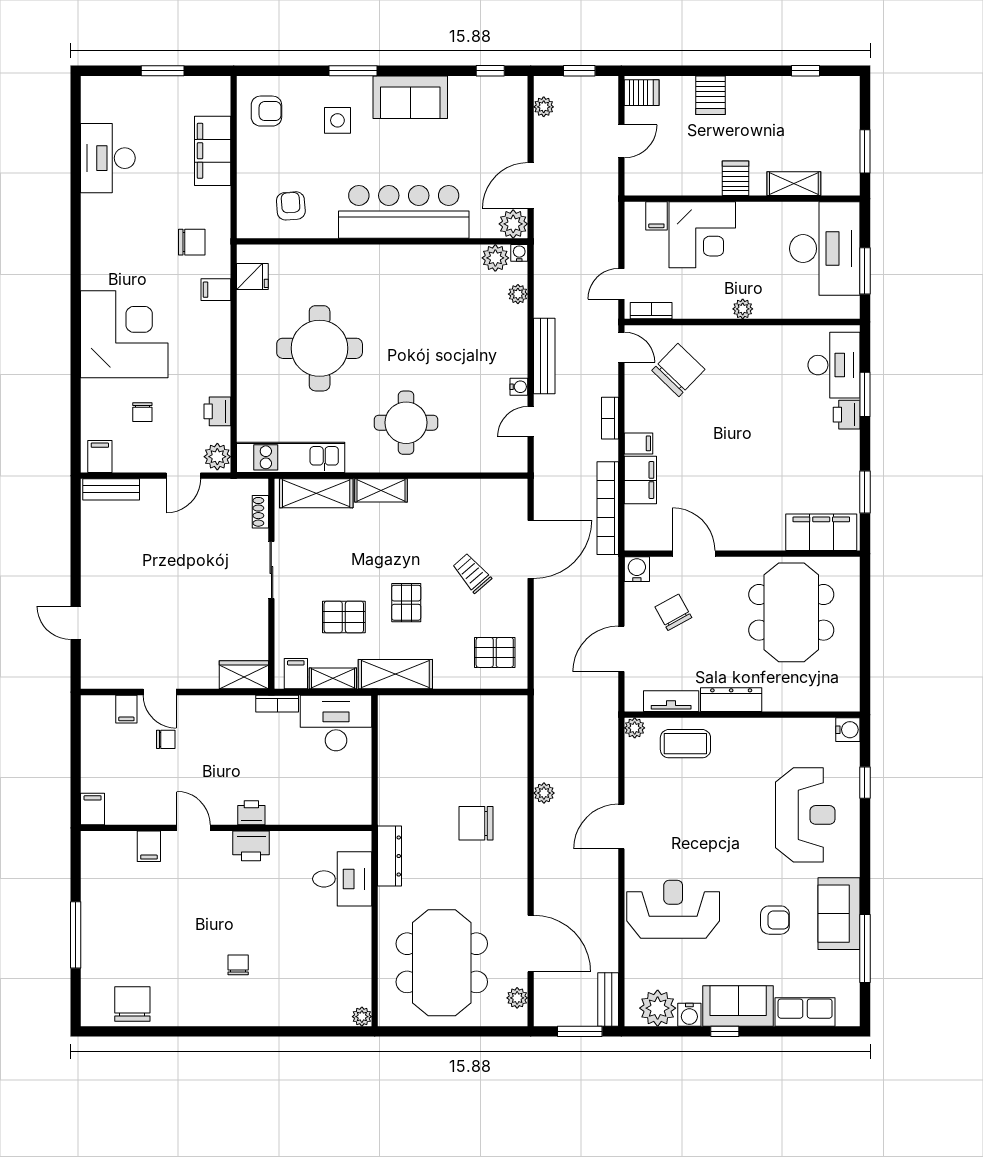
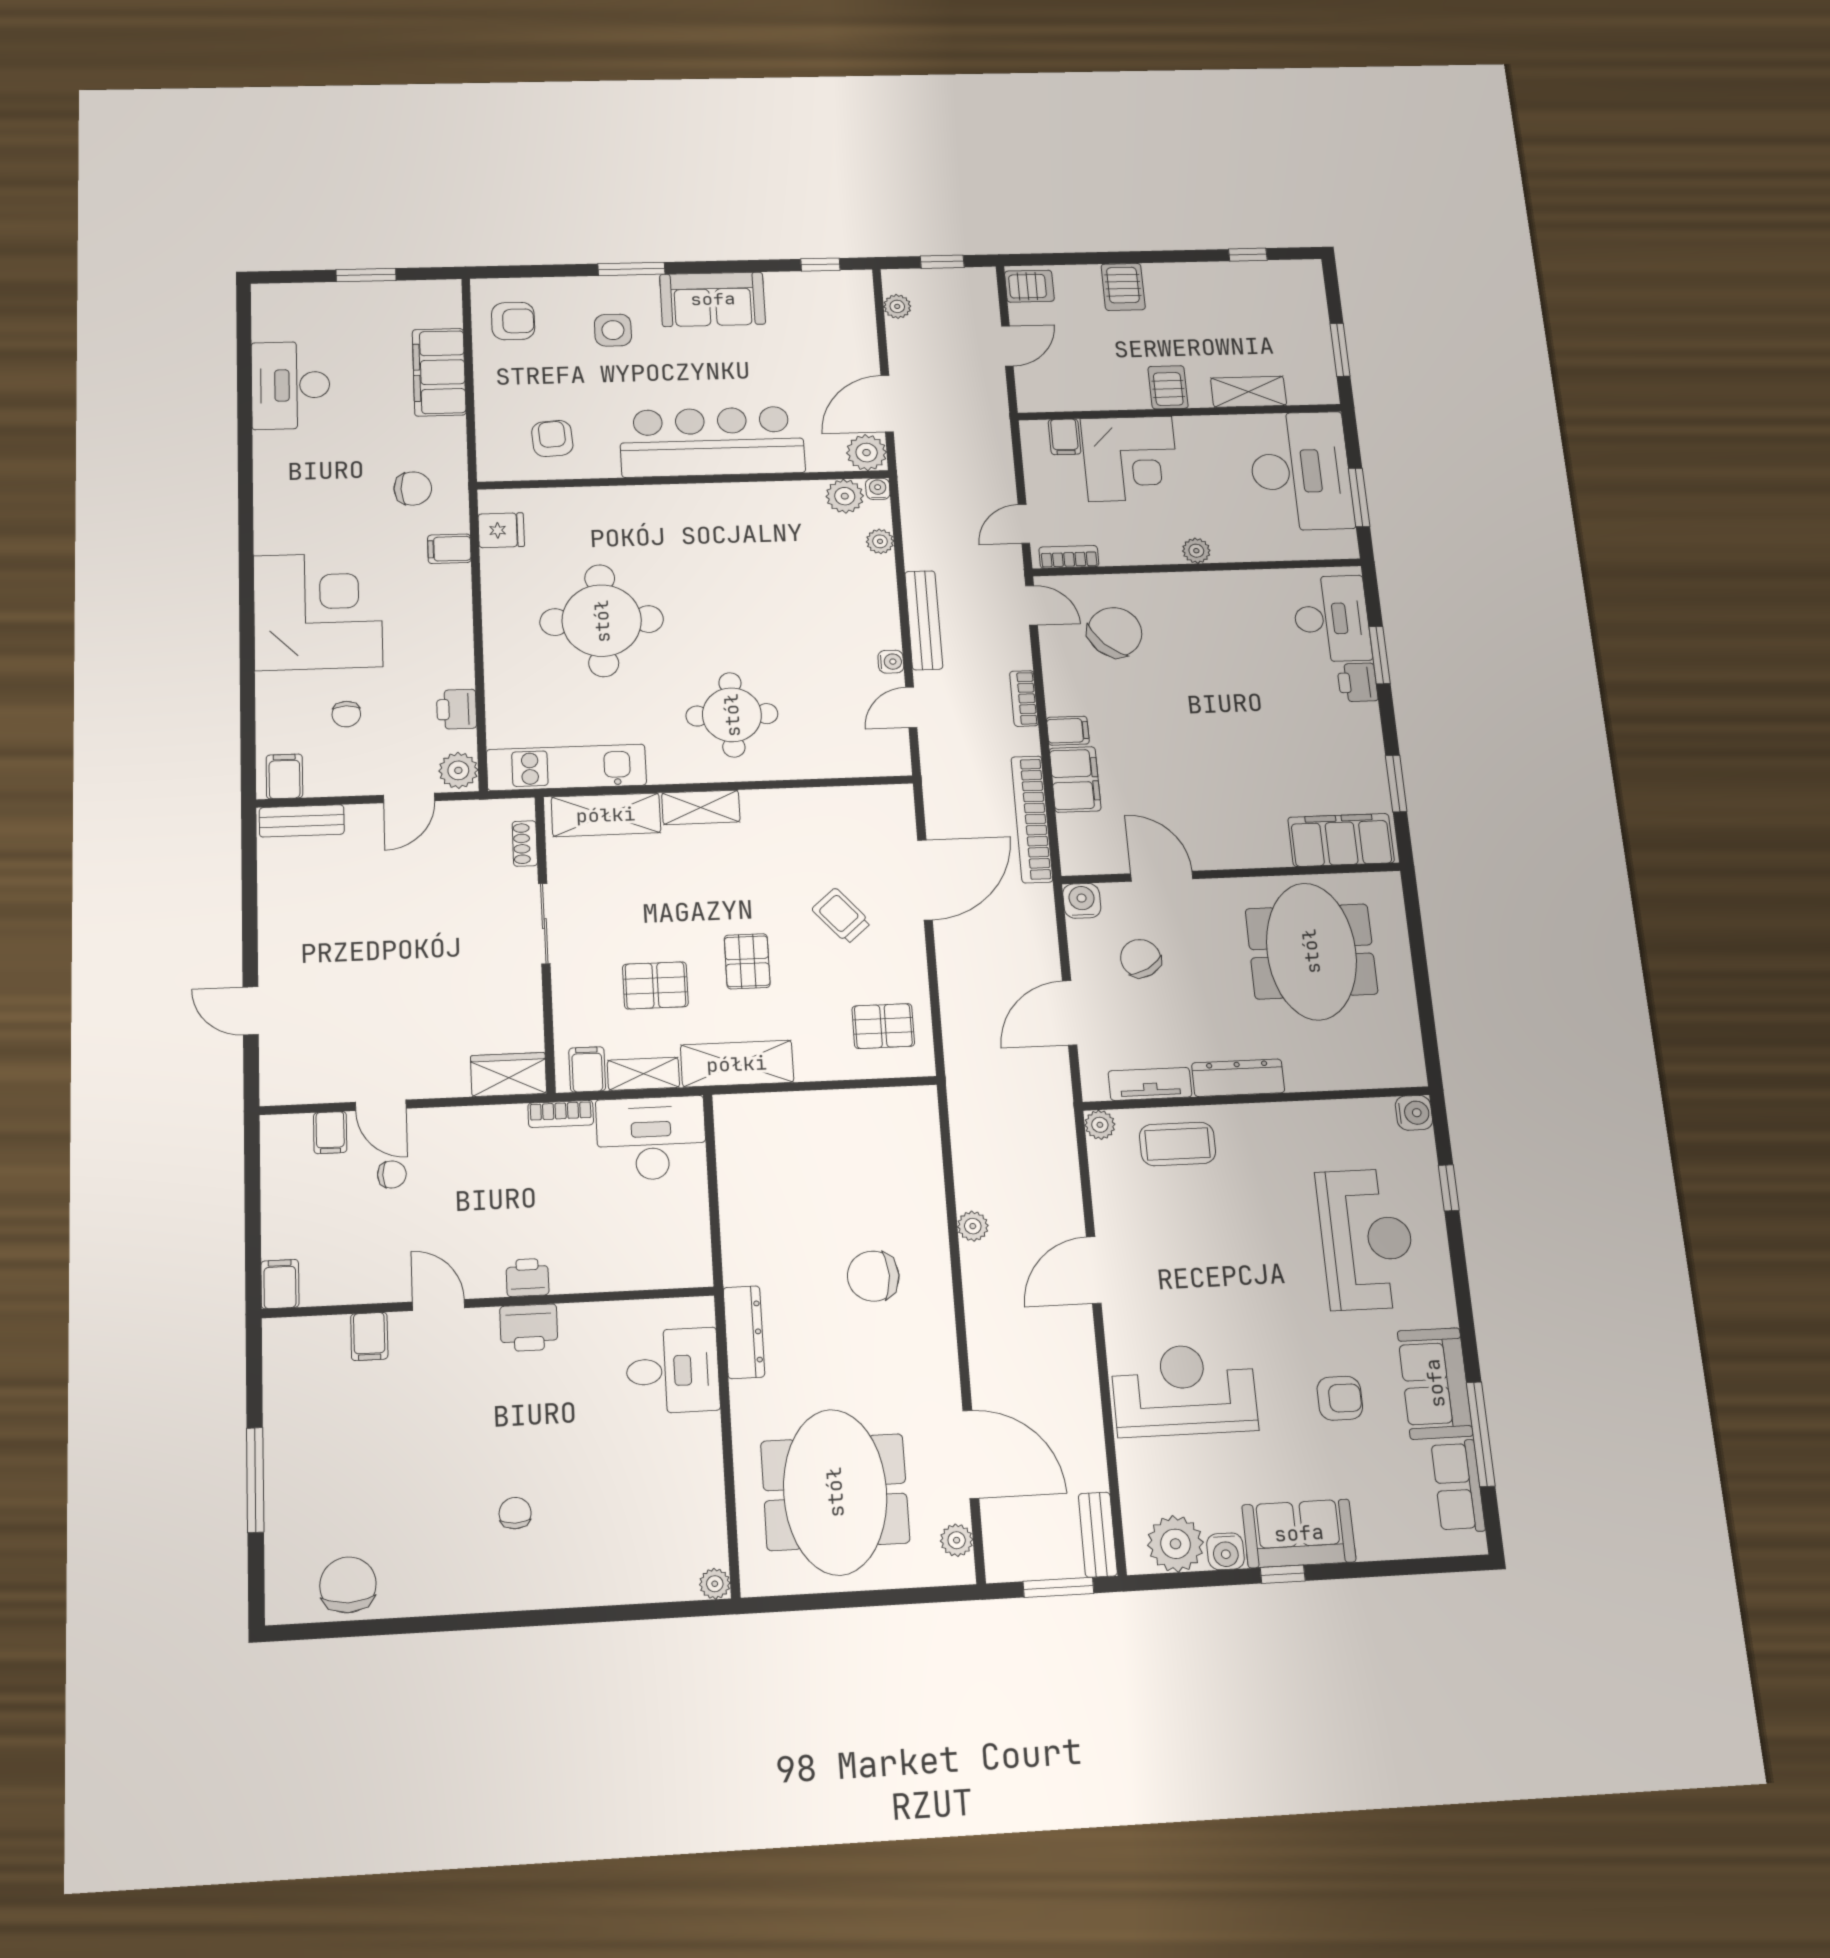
row of seats: (805, 1012) -> (1458, 1486), moved, turned -90

